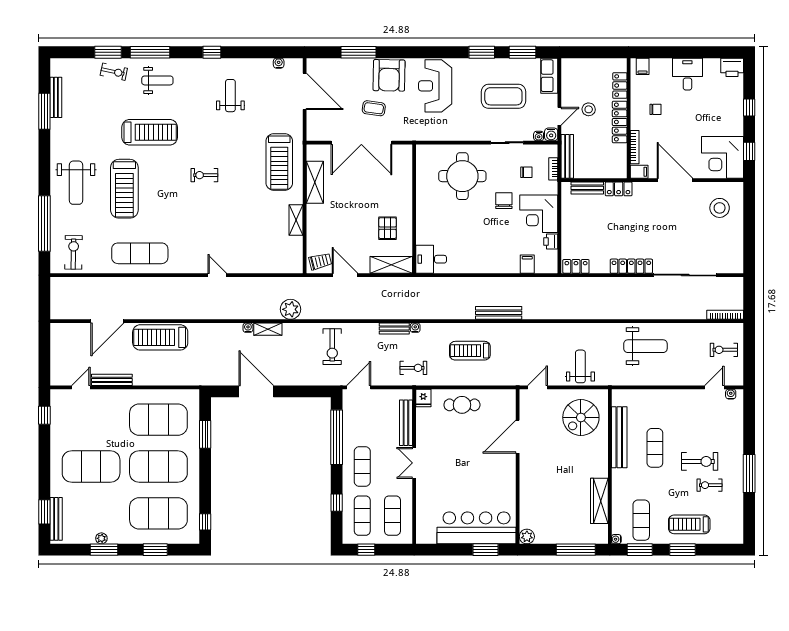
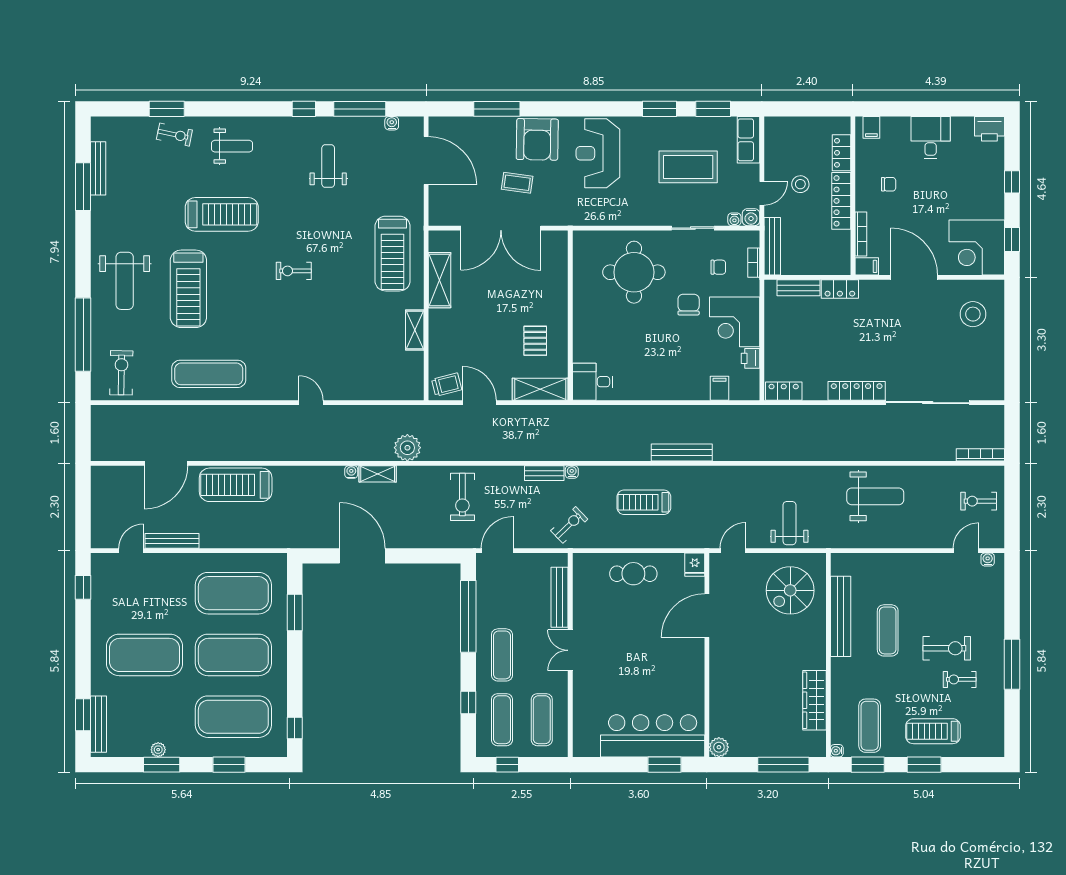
window: (150, 52) -> (360, 109), moved
exercise bike: (413, 368) -> (569, 525), turned -44
fridge: (423, 398) -> (695, 565), moved

